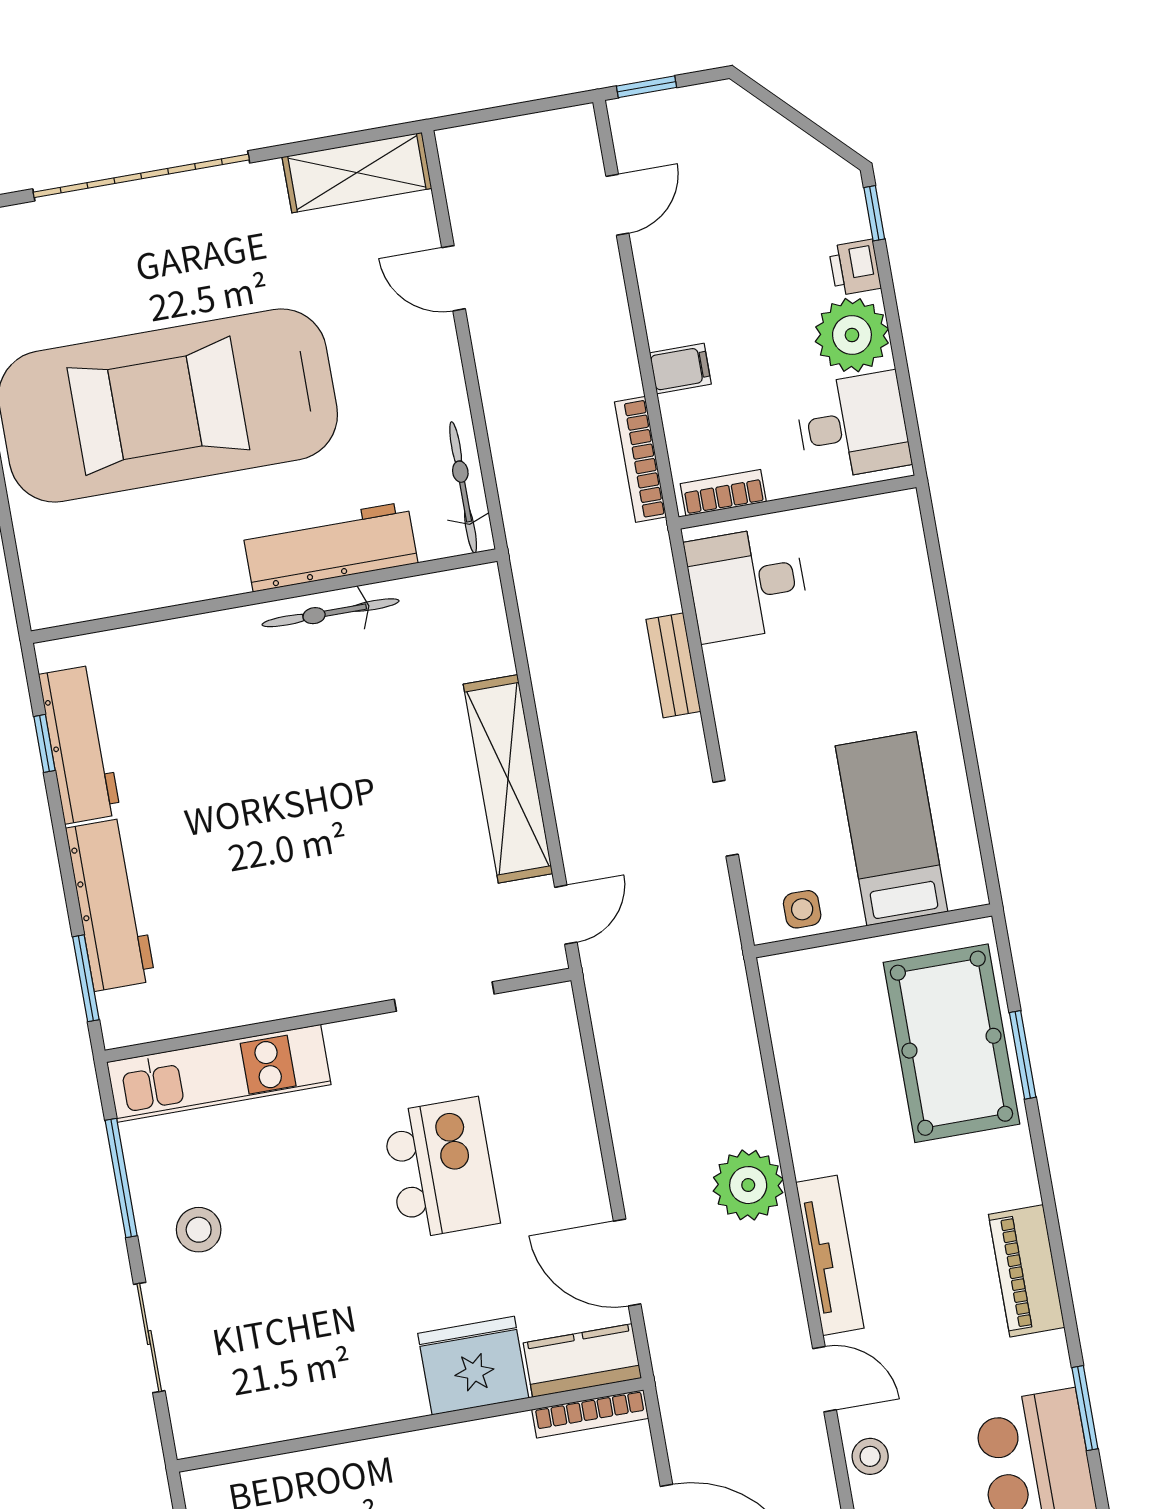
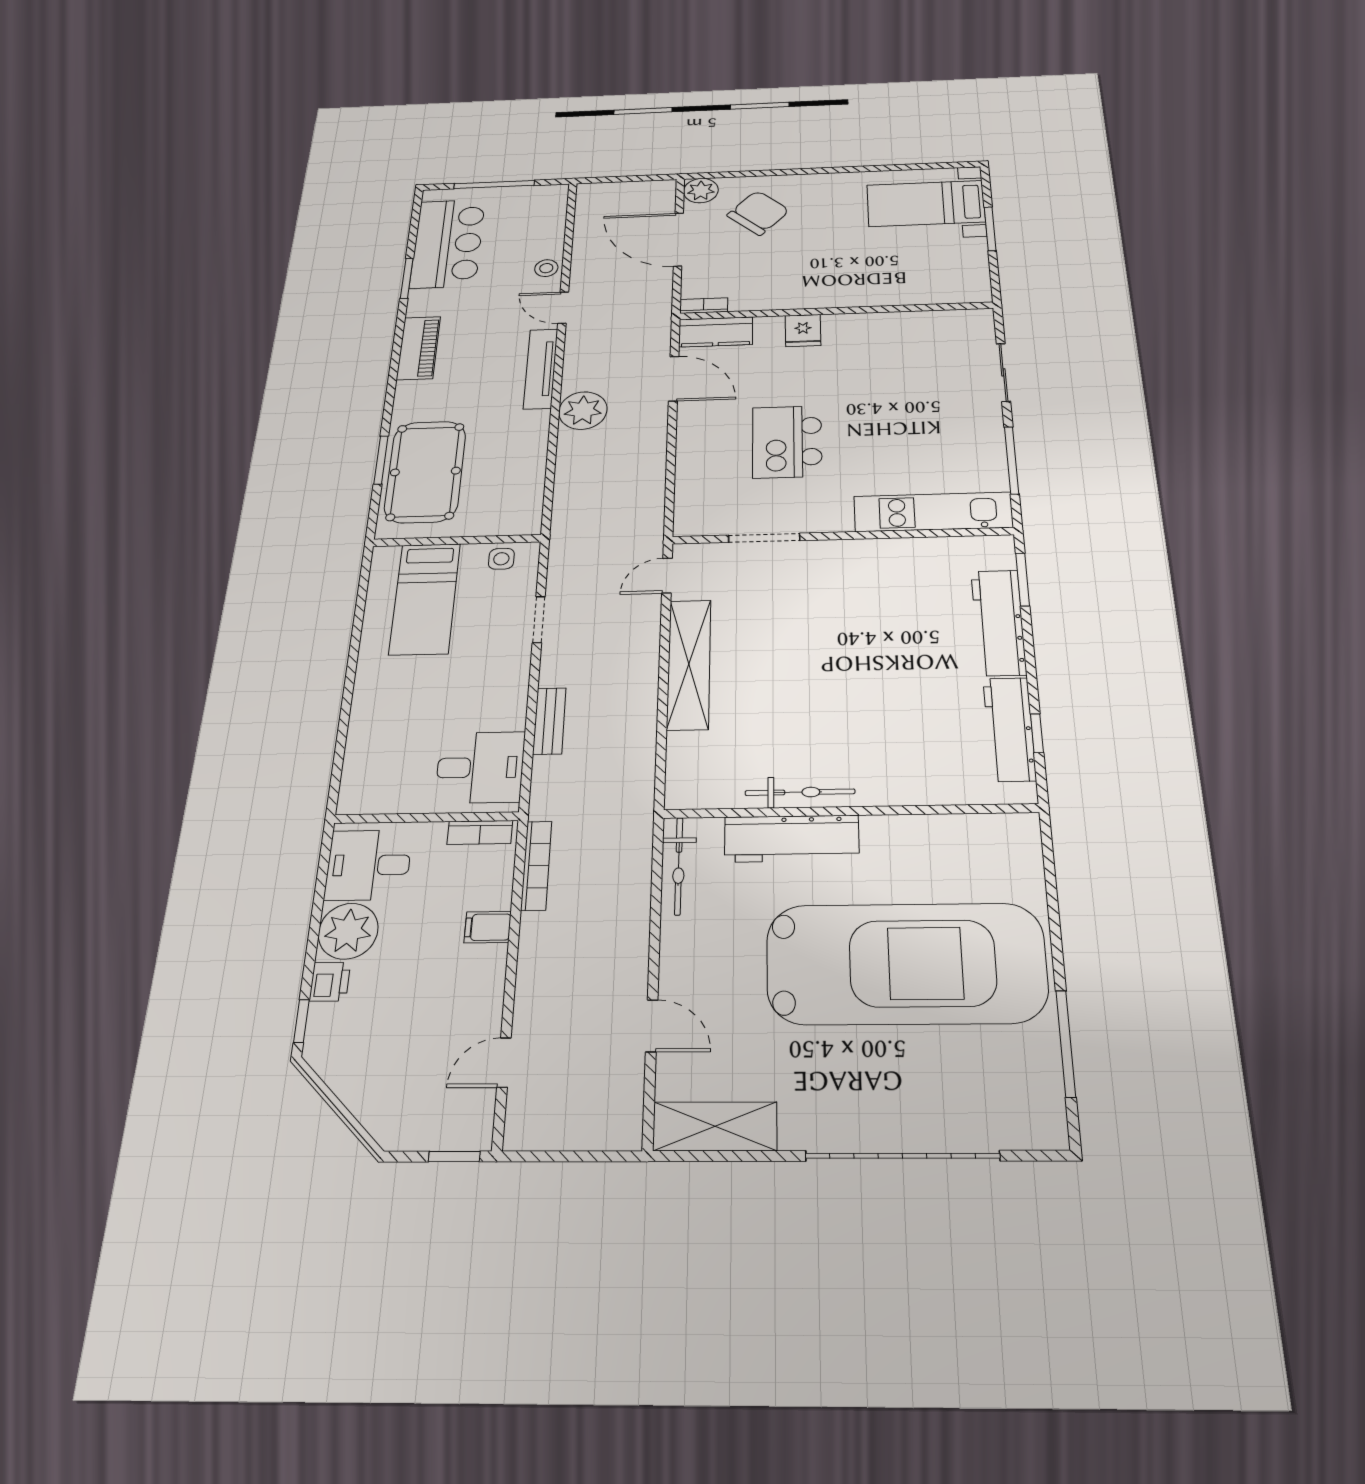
stool: (199, 1230) -> (961, 426), removed
fridge: (473, 1366) -> (803, 331), width x0.53, depth x0.75
bookcase: (590, 1414) -> (704, 306), width x0.64

